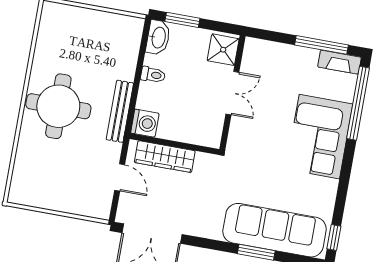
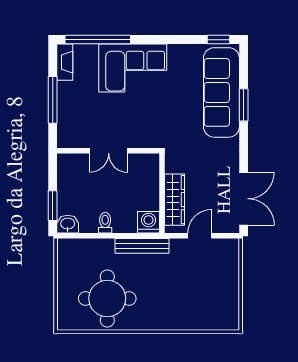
washbasin: (158, 37) -> (68, 224), width x0.72
window: (321, 45) -> (53, 100), moved
shower: (223, 50) -> (72, 165), removed
double door: (232, 93) -> (109, 151), swing flipped
round table: (58, 106) -> (107, 298), moved

